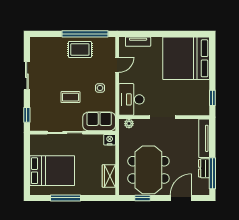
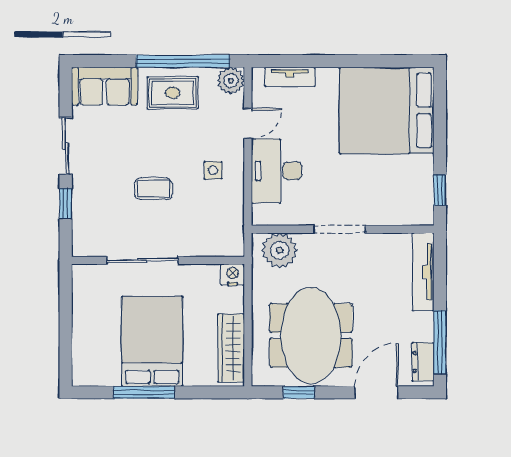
plant: (109, 43) -> (231, 81), added
desk: (132, 99) -> (277, 171), moved
window: (27, 115) -> (66, 204), moved
sofa: (99, 121) -> (105, 86), moved, turned 180
plant: (129, 124) -> (280, 250), width x1.87, depth x1.87
dresser: (204, 168) -> (423, 362), moved
bed: (52, 171) -> (152, 341), moved, turned -90
wardrobe: (109, 176) -> (231, 348), width x1.50

